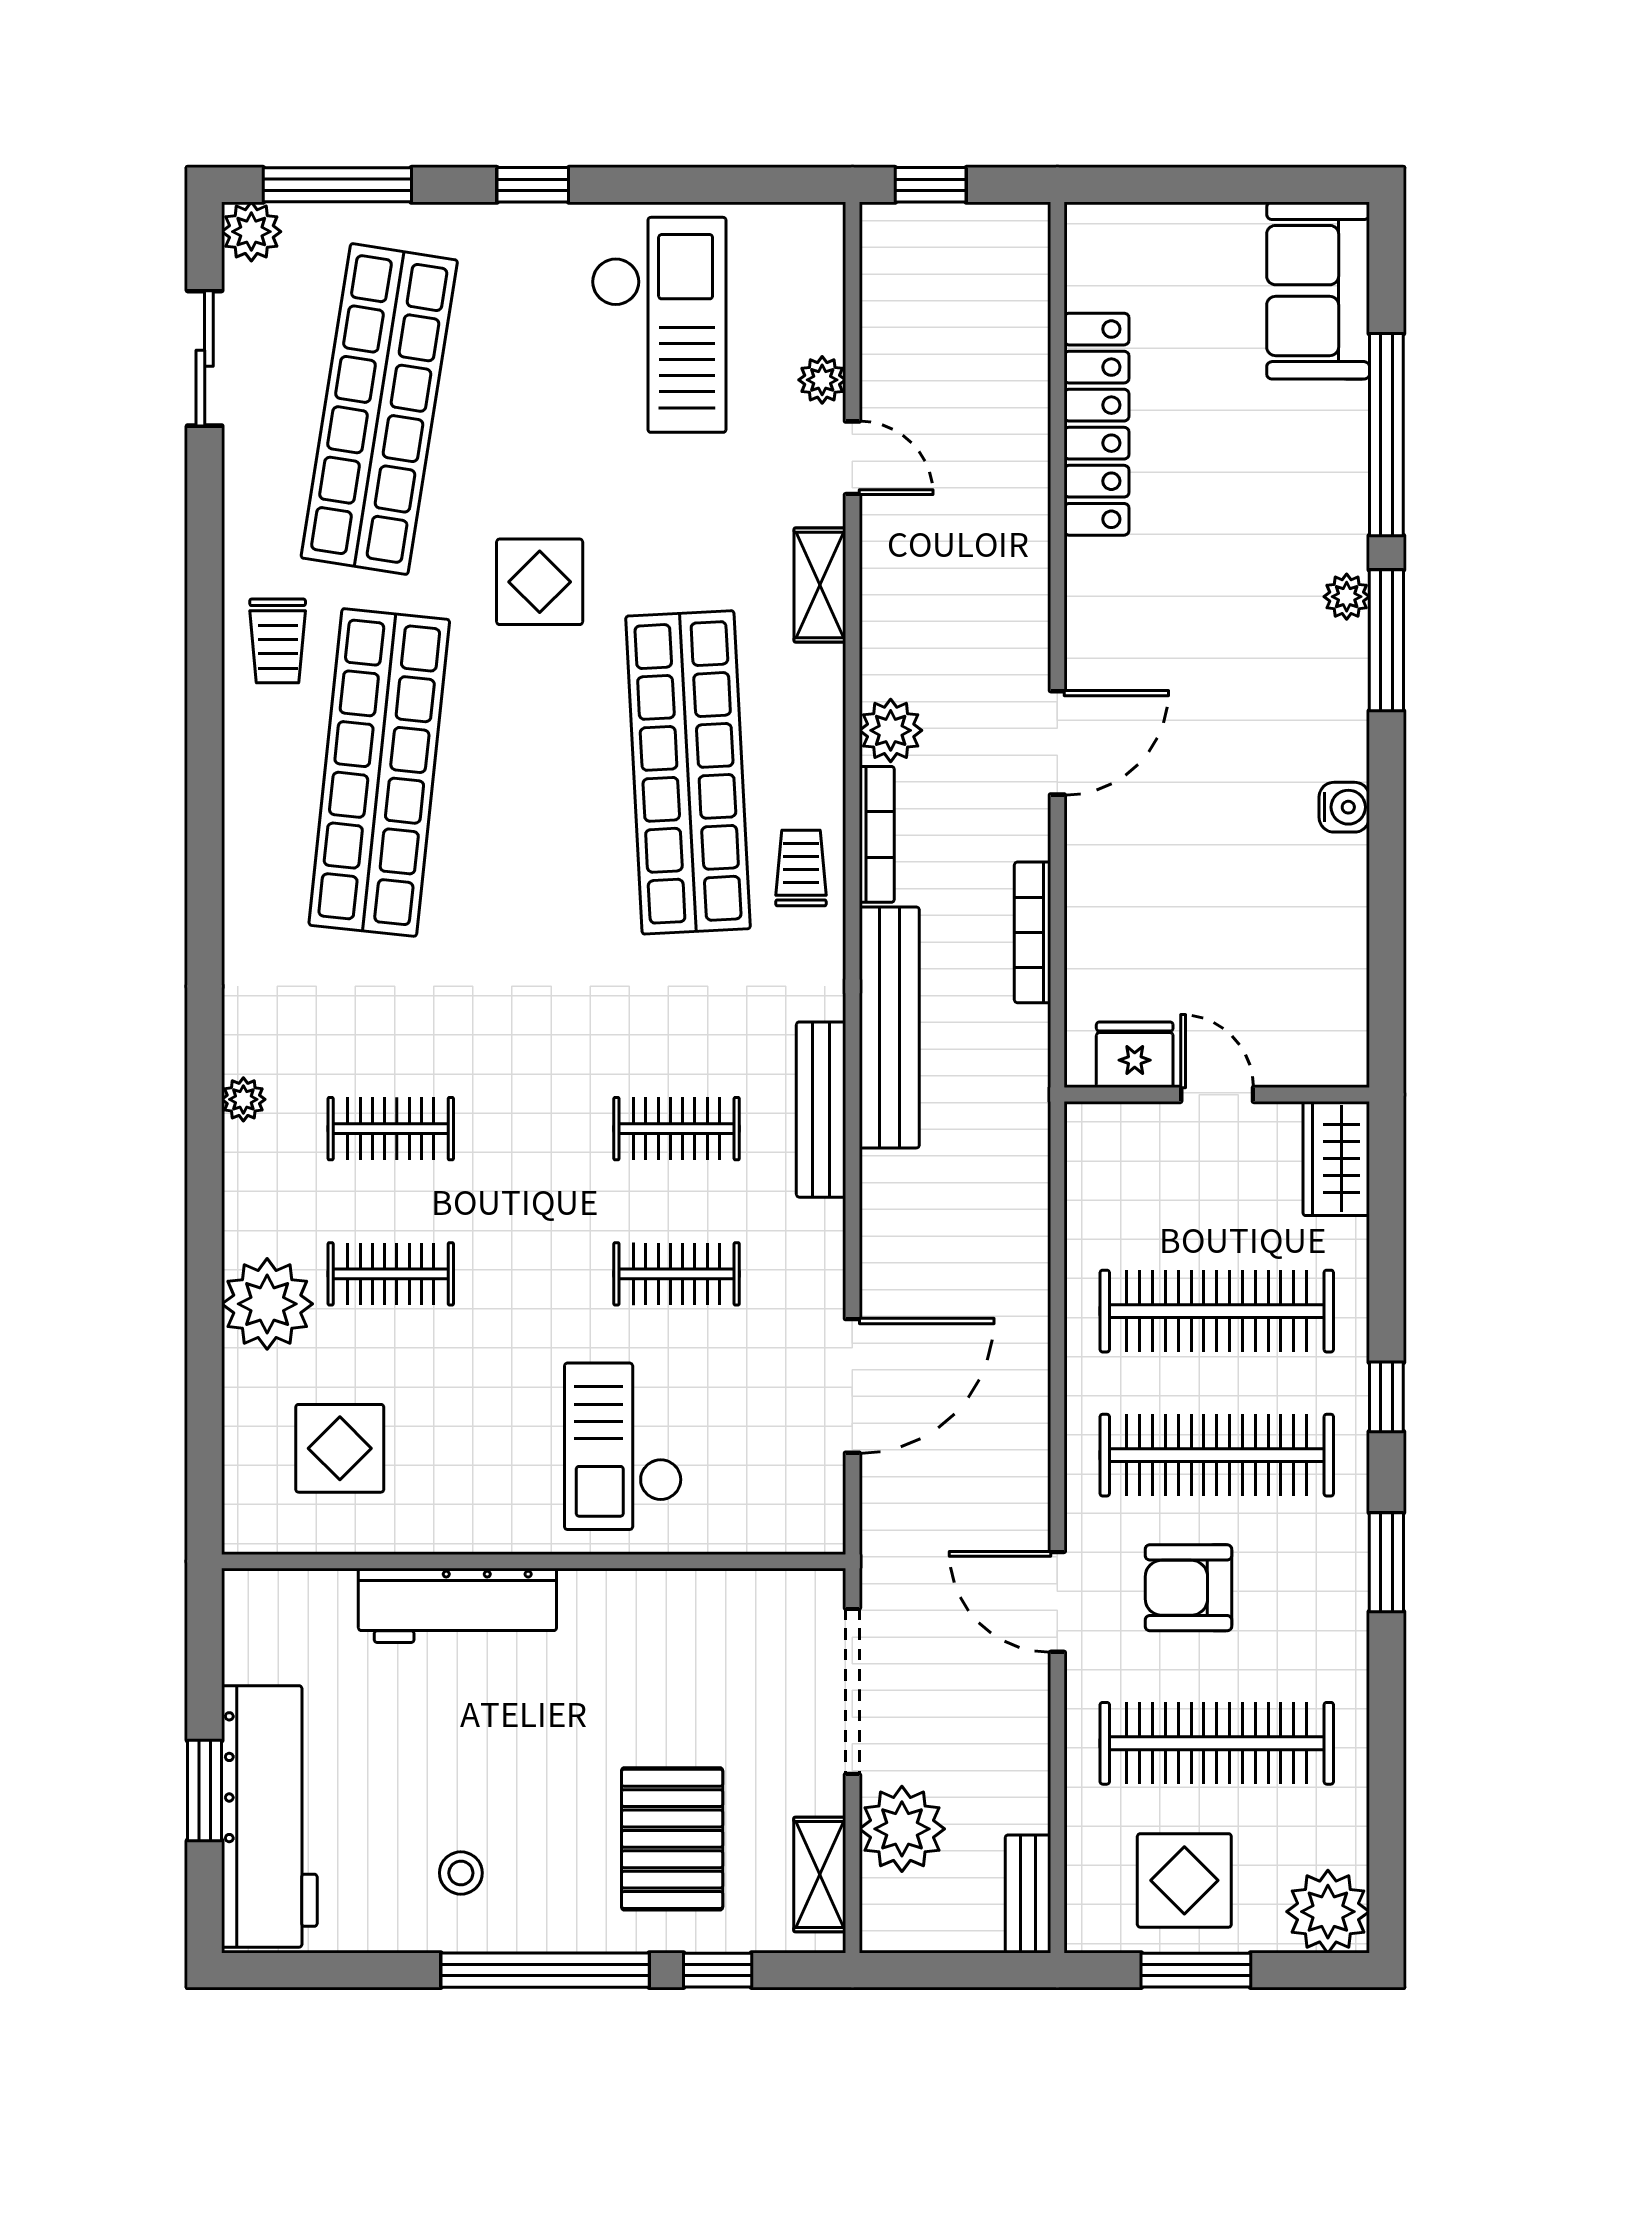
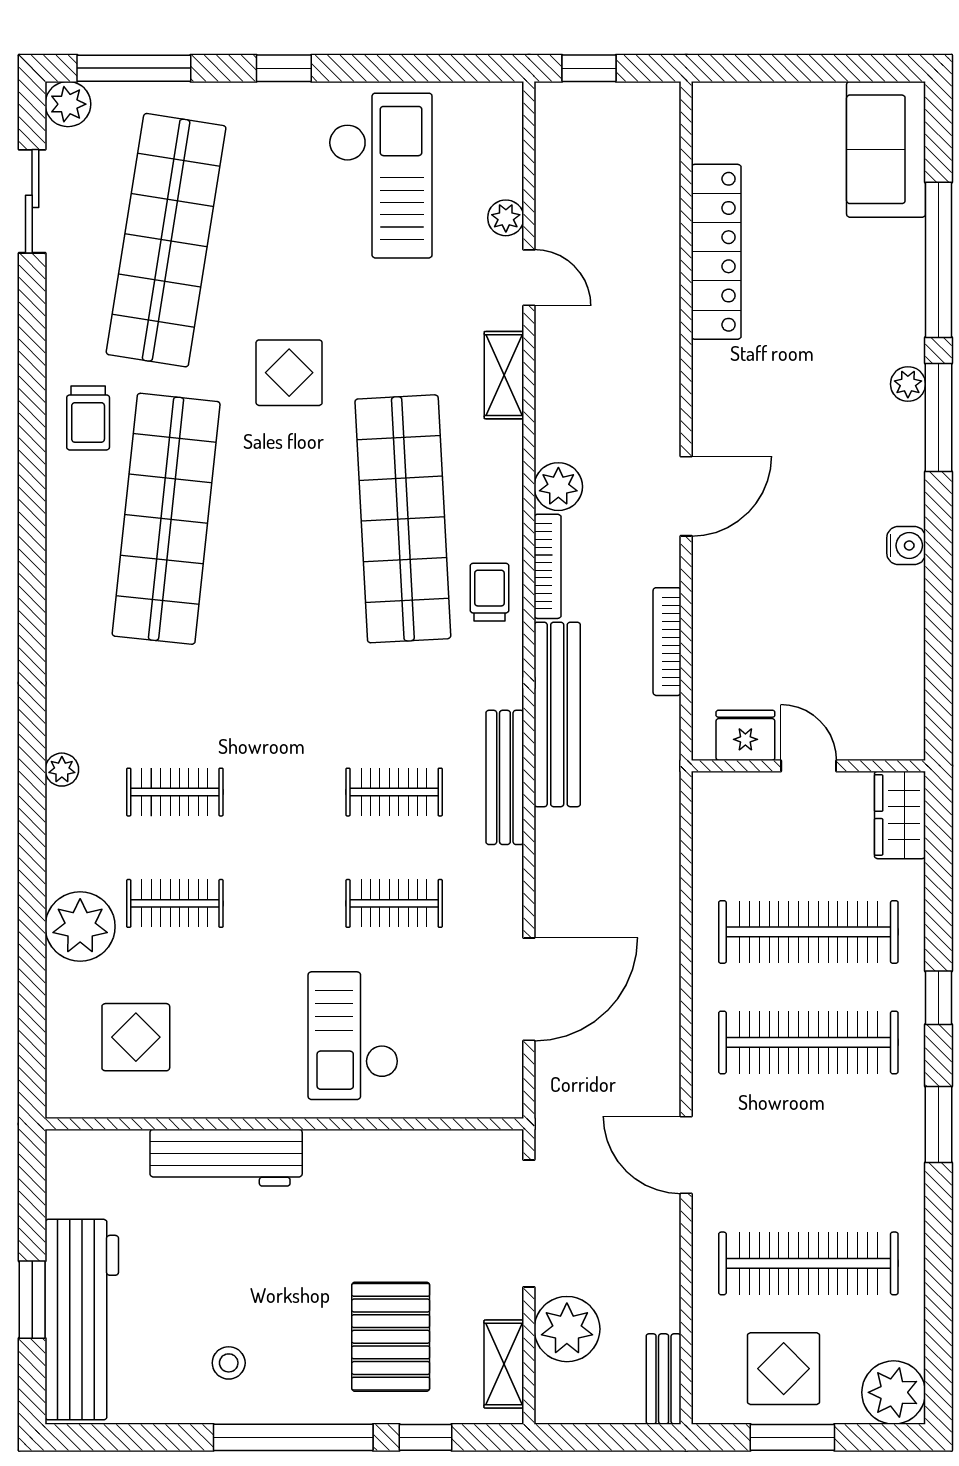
armchair: (1188, 1588) -> (787, 1144), removed

